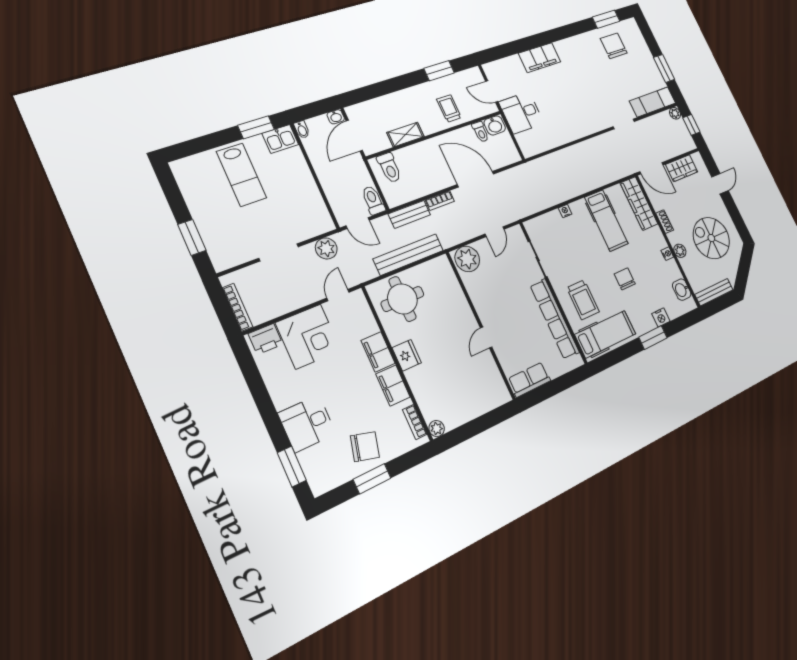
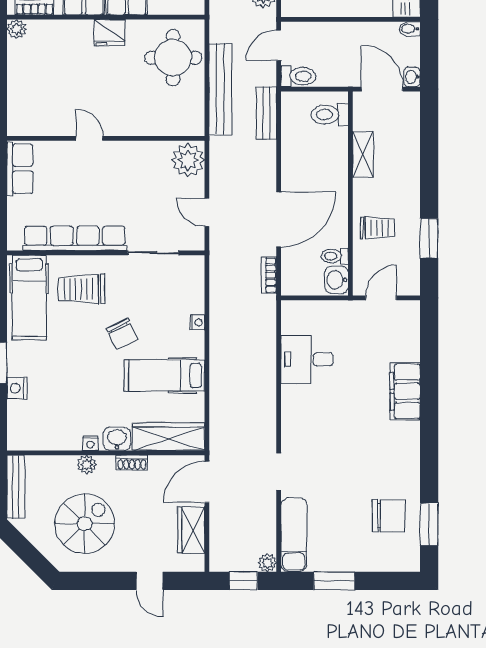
desk: (521, 113) -> (307, 359), moved, turned -90
bookcase: (440, 201) -> (269, 275), moved
chair: (625, 279) -> (122, 334), moved, turned 64
washbasin: (682, 290) -> (117, 439), moved

